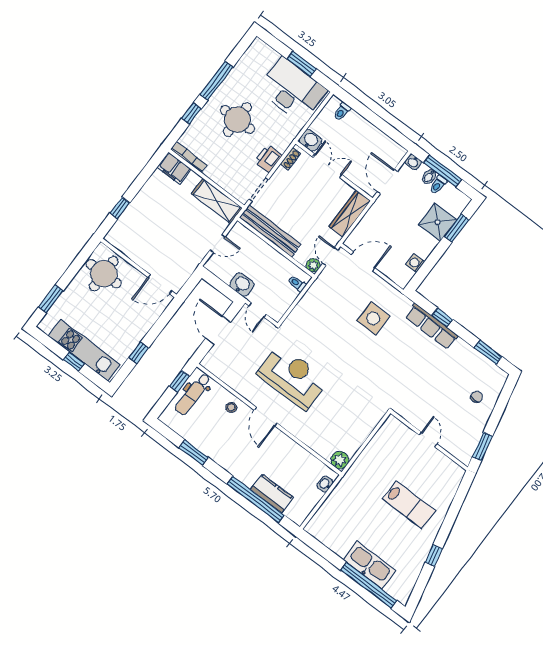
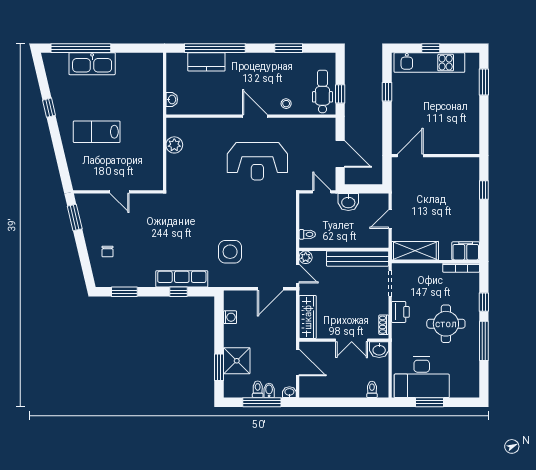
round table: (104, 274) -> (458, 131), removed
plant: (340, 460) -> (174, 145), moved

